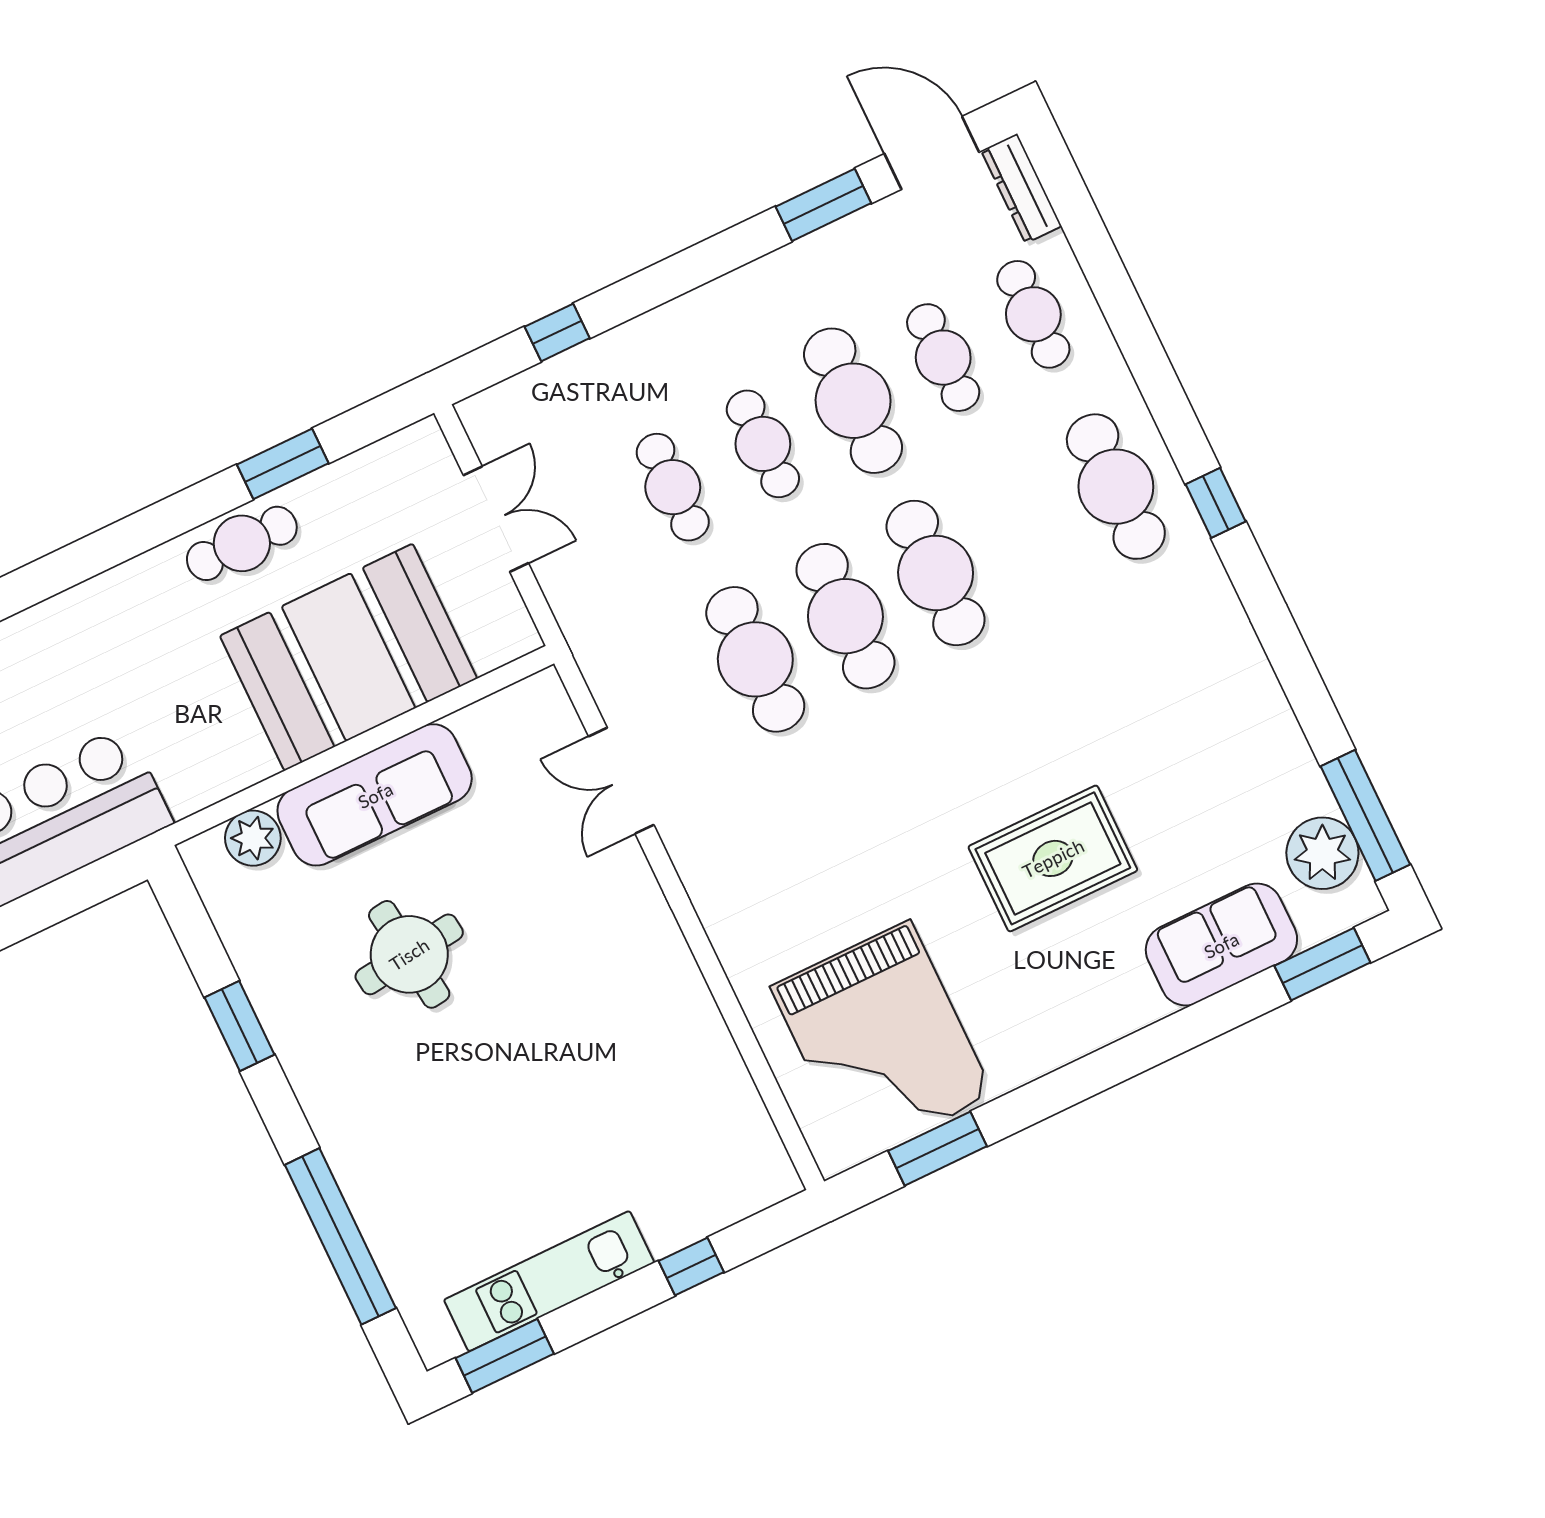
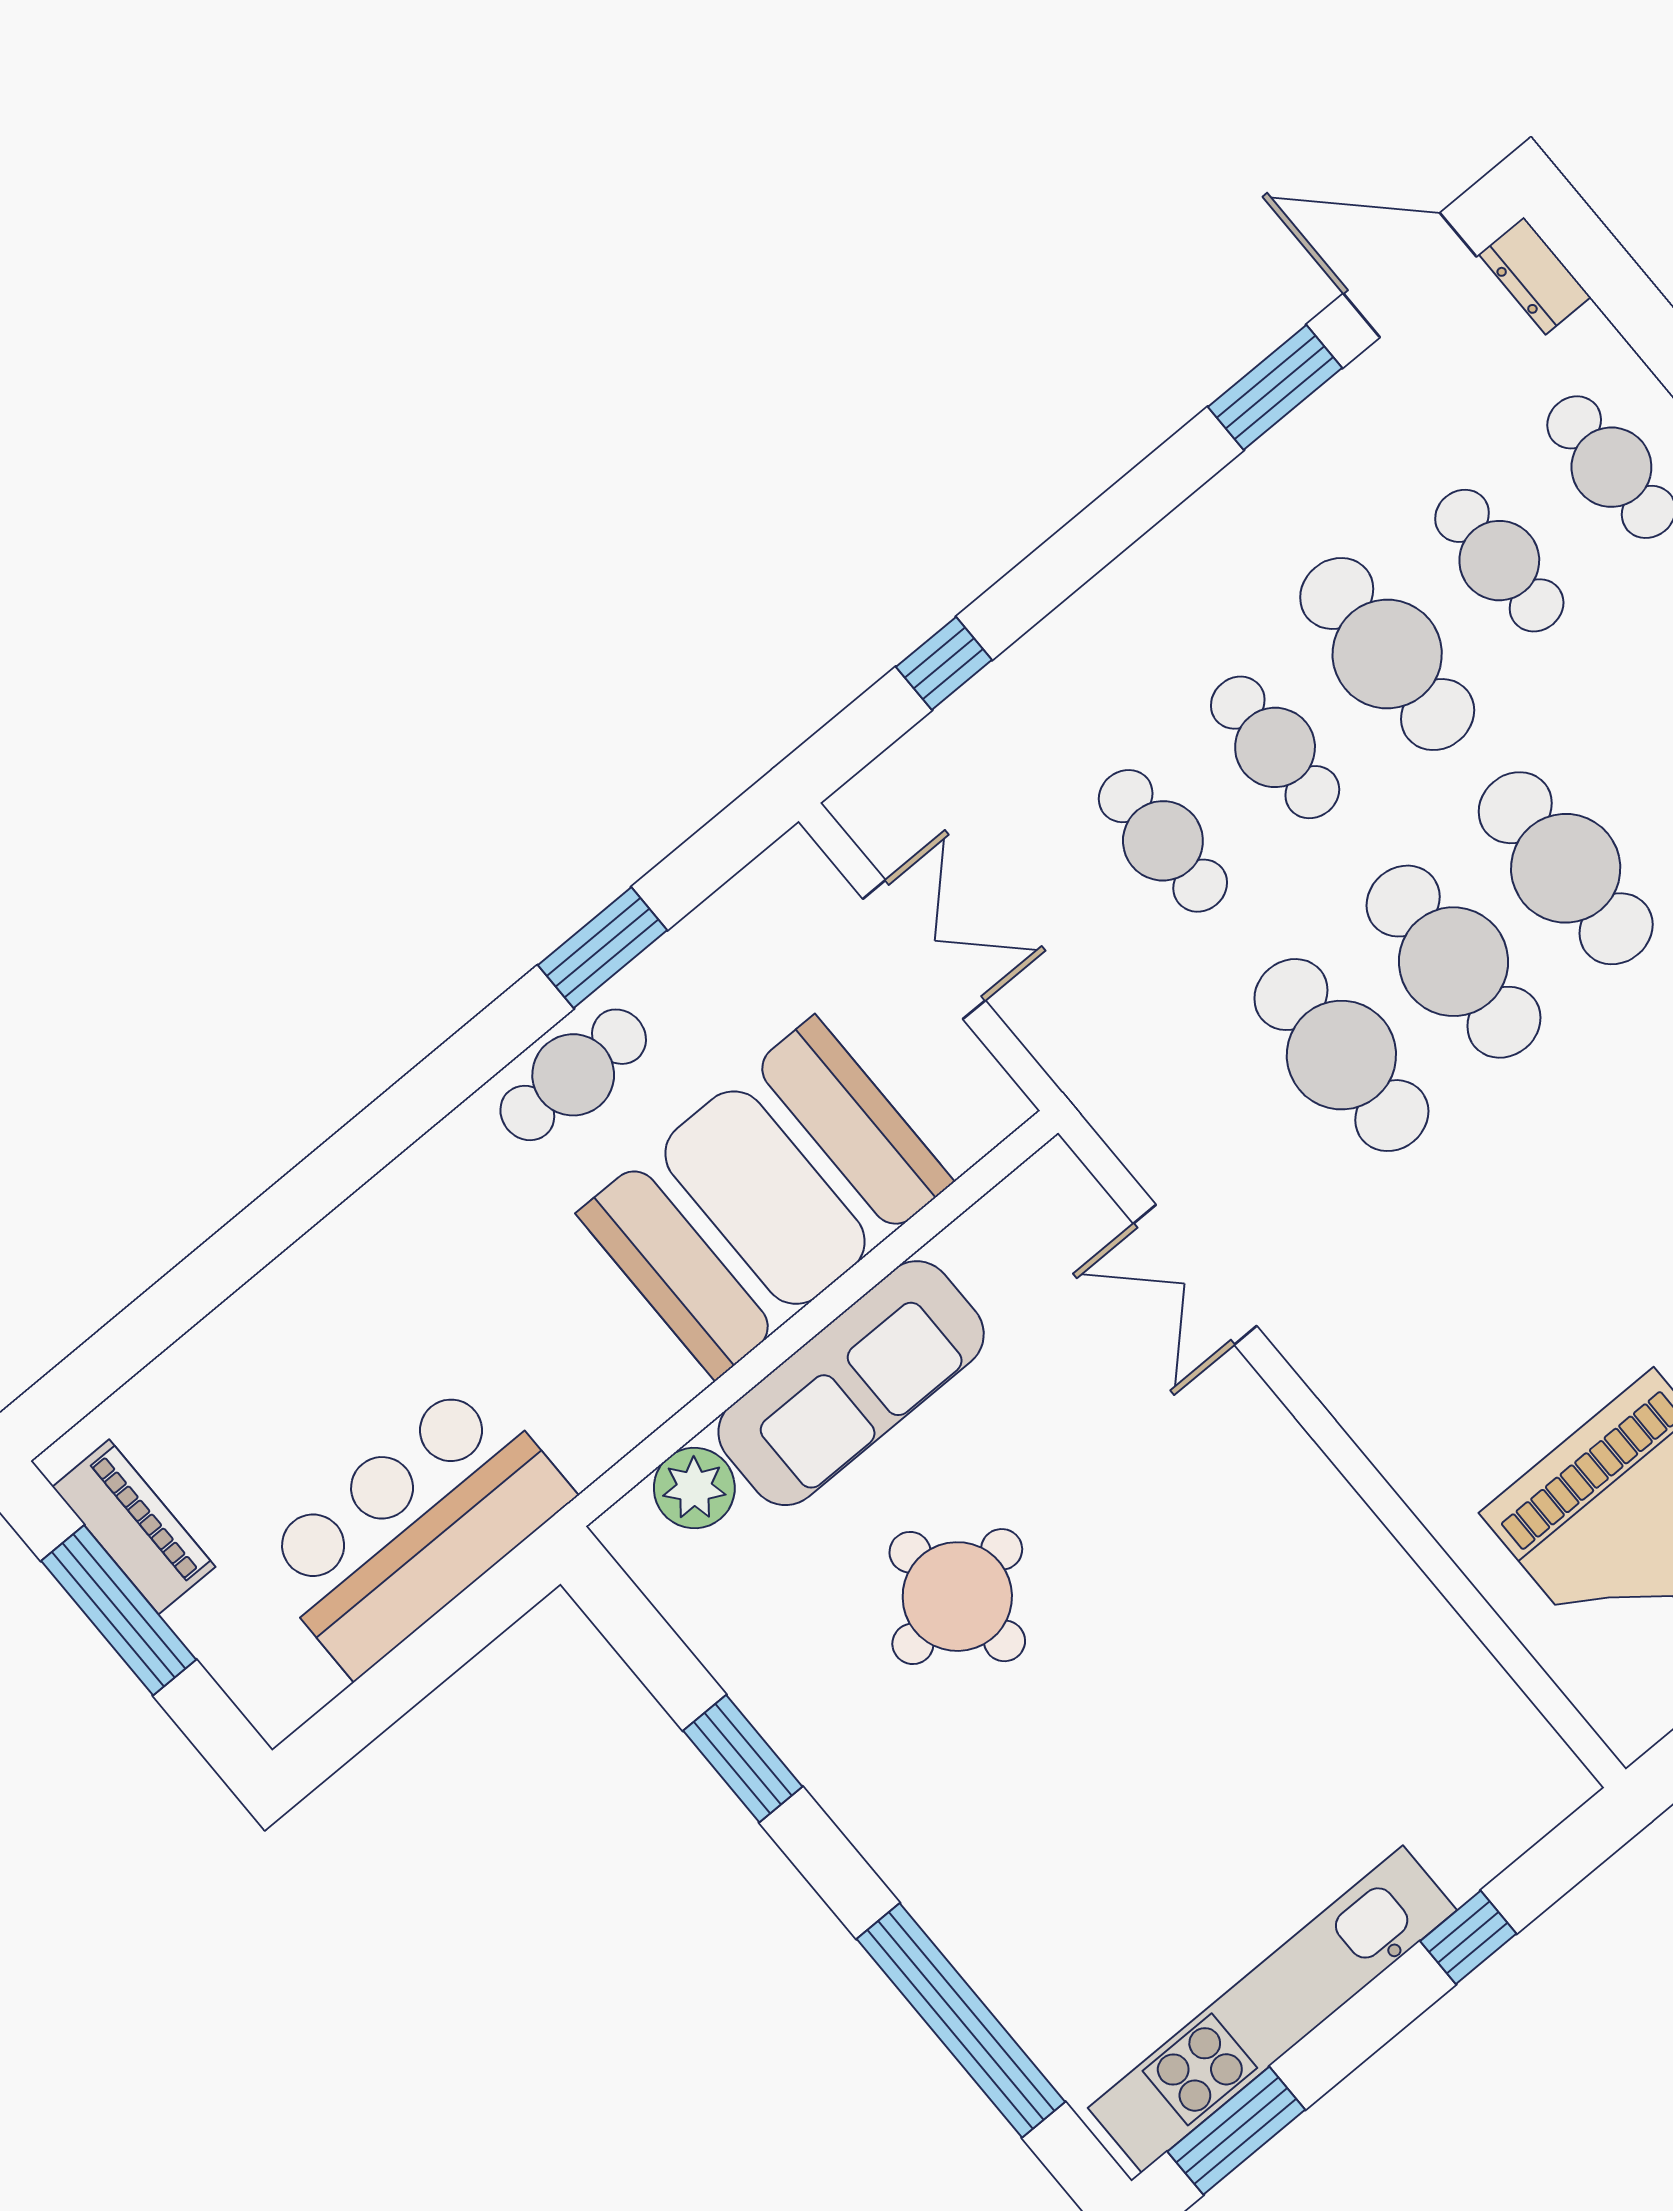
dresser: (1021, 188) -> (1535, 276), width x0.70
kitchen unit: (549, 1281) -> (1272, 2009), width x1.36

